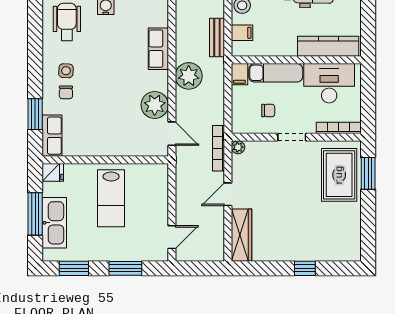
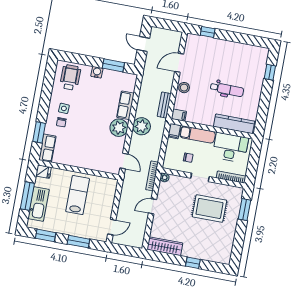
filing cabinet: (242, 33) -> (179, 115), moved
plant: (155, 105) -> (119, 128), moved
rug: (339, 175) -> (209, 208), moved, turned 90
lab bench: (111, 198) -> (78, 195), turned 180
wardrobe: (242, 235) -> (165, 246), moved, turned -90

